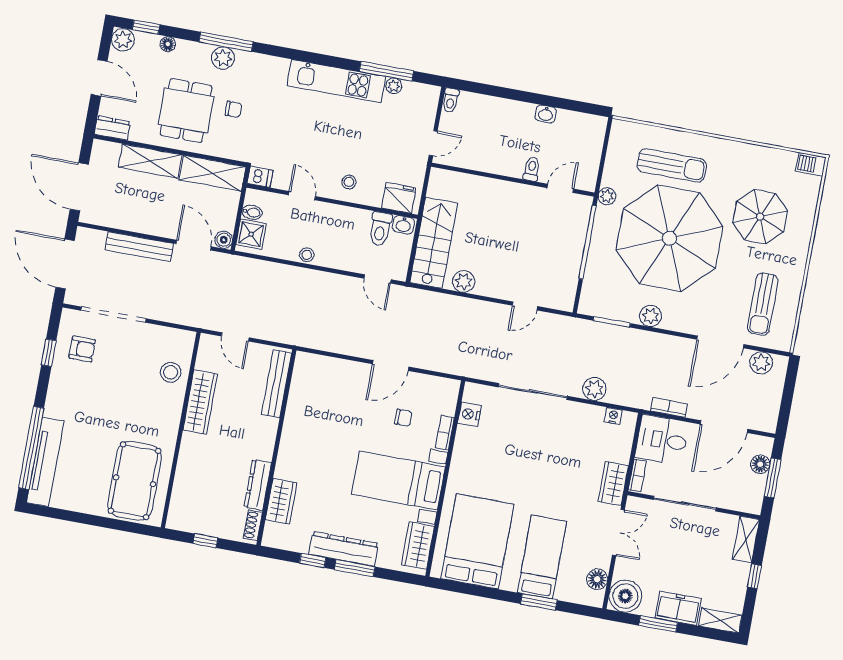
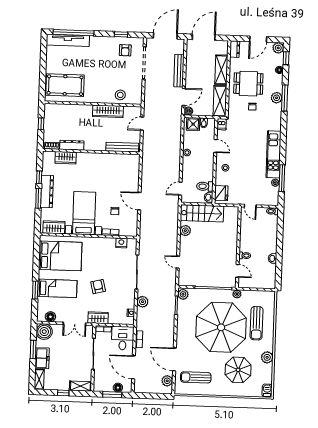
plant: (744, 154) -> (267, 357), added
door: (302, 196) -> (215, 146), hinge flipped
plant: (651, 316) -> (183, 294), moved
armchair: (551, 474) -> (98, 287), added

